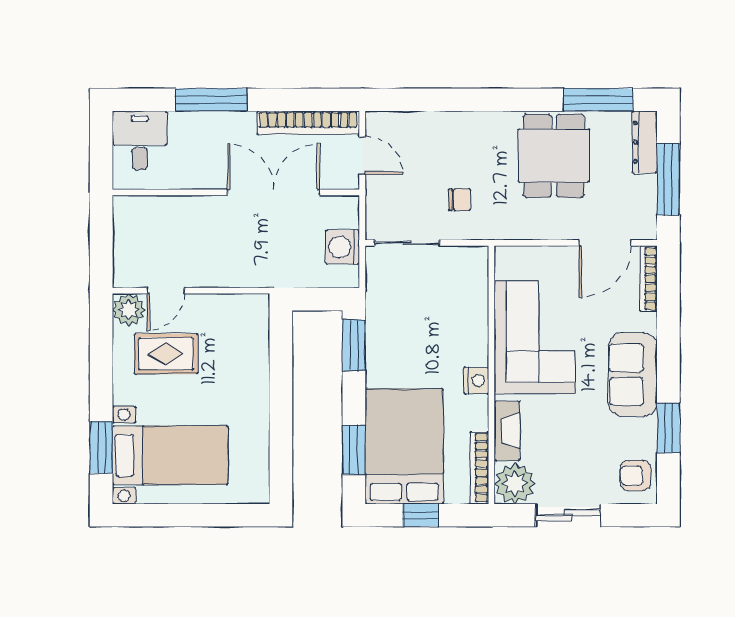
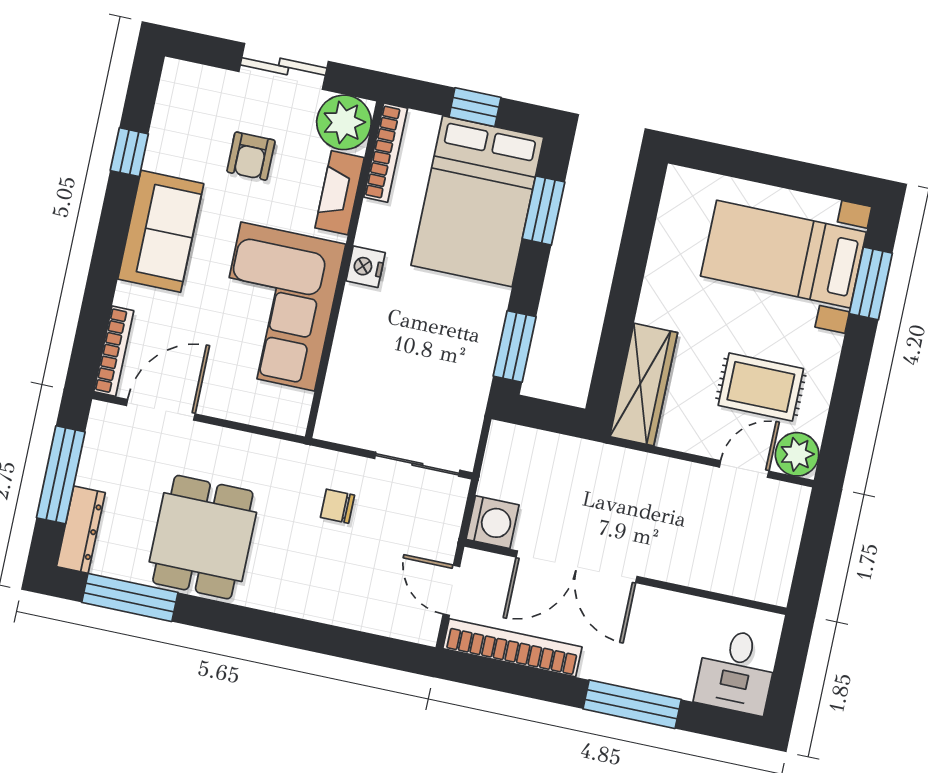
washing machine: (343, 247) -> (493, 522), moved
wardrobe: (253, 337) -> (644, 385), added
window: (668, 428) -> (129, 152), width x0.67
armchair: (635, 476) -> (251, 156), moved, turned 90

